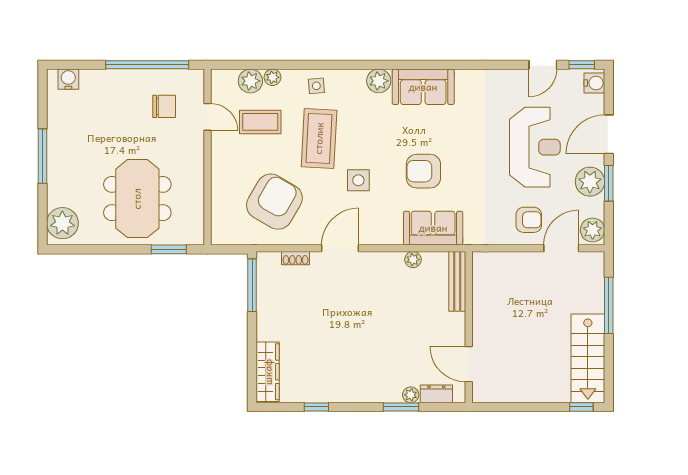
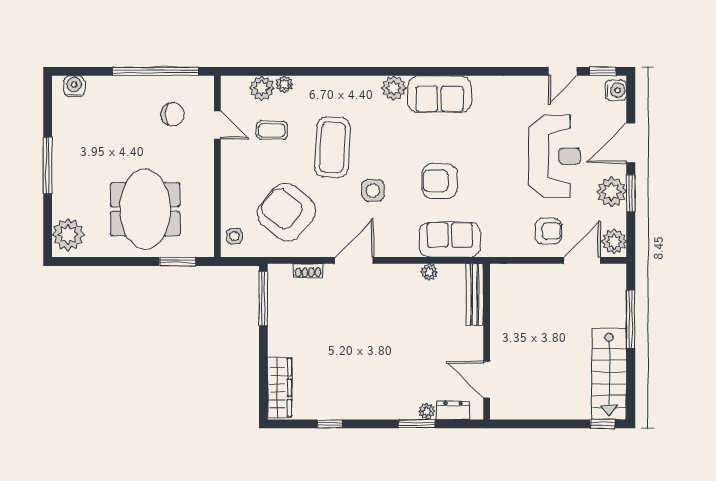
side table: (316, 86) -> (234, 236), moved
coffee table: (260, 122) -> (272, 130), width x0.73, depth x0.77
armchair: (274, 202) -> (286, 212), turned -81

